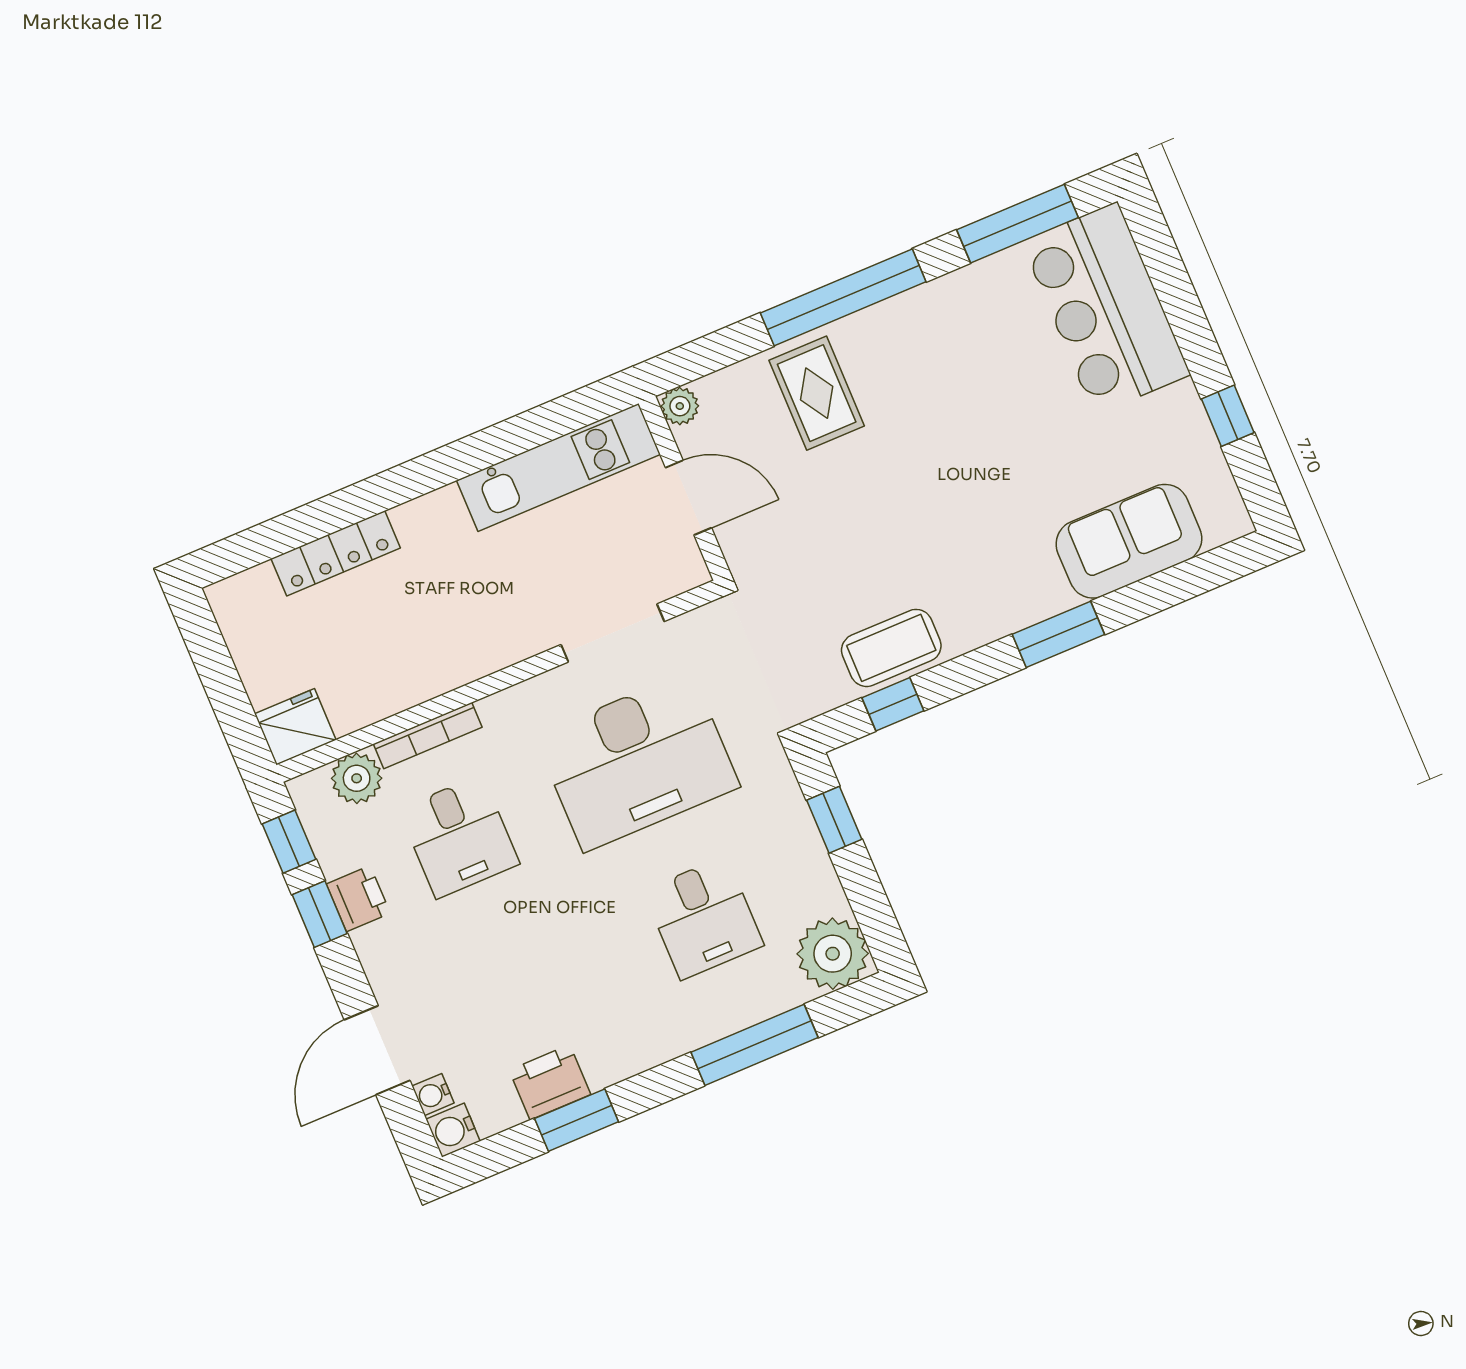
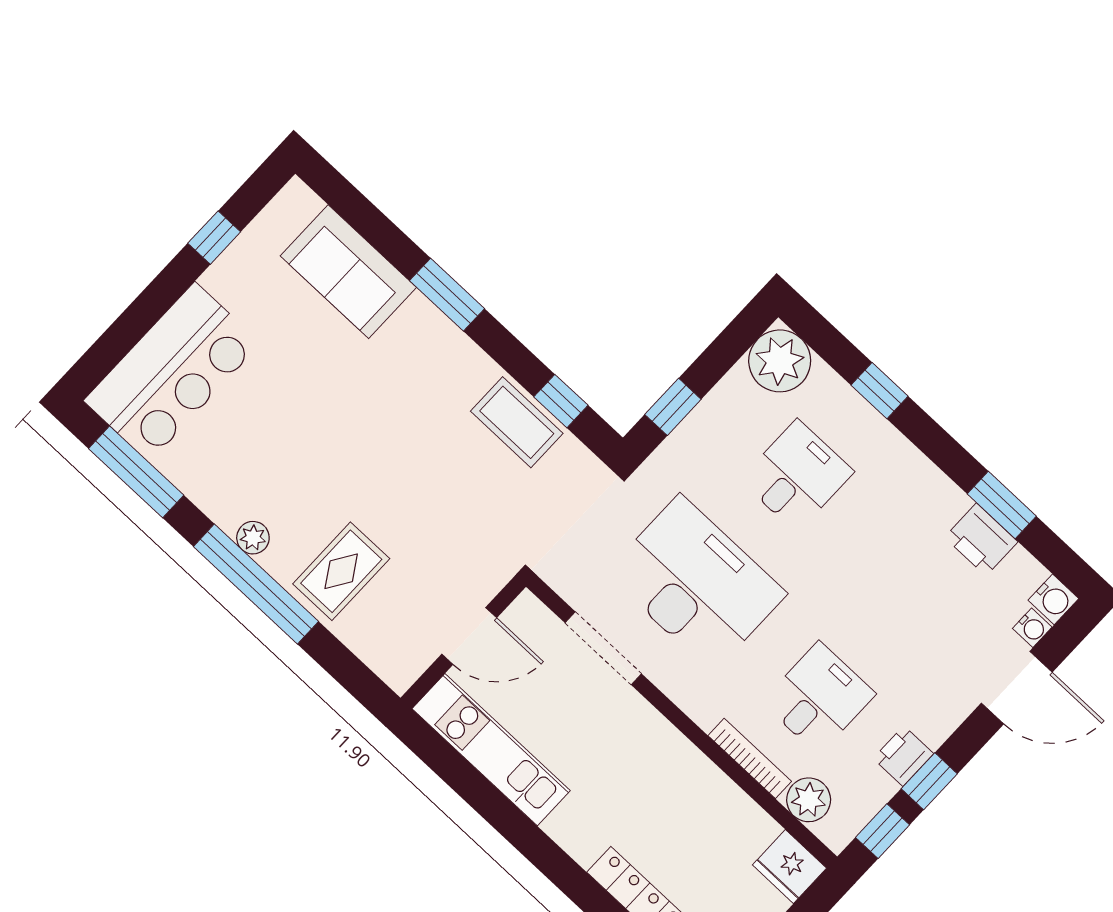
plant: (680, 406) -> (253, 538), moved
door: (688, 498) -> (469, 636), swing flipped
window: (754, 1045) -> (879, 391), width x0.46

